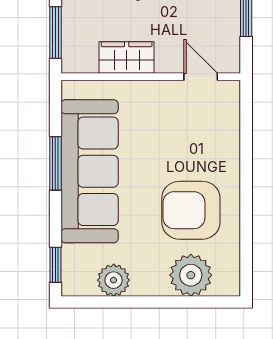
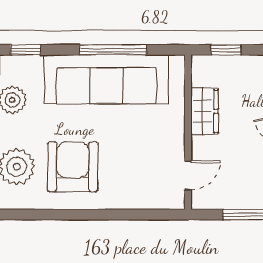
window: (55, 32) -> (226, 50), width x0.67
window: (55, 163) -> (113, 50), width x1.44

